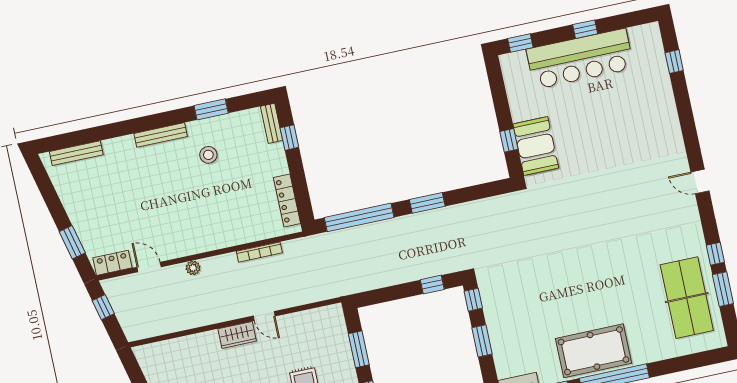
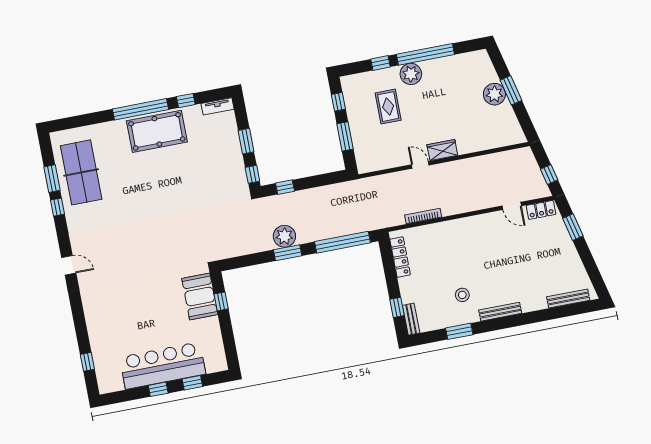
window: (520, 43) -> (192, 383), moved
plant: (193, 268) -> (284, 236), moved, width x1.87, depth x1.87

